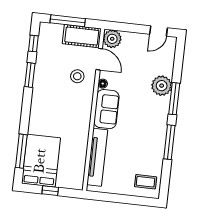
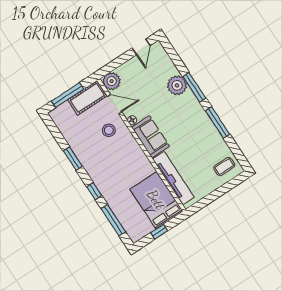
window: (33, 43) -> (94, 191), moved
bed: (41, 161) -> (156, 200), moved

